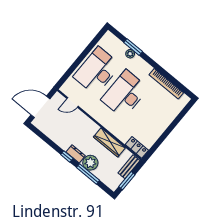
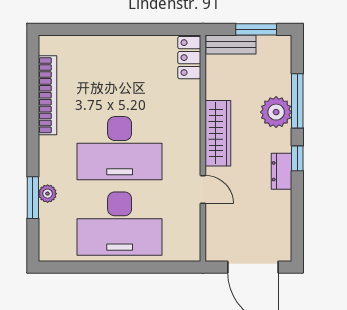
door: (73, 102) -> (203, 190), moved
wardrobe: (109, 142) -> (218, 133), moved
dresser: (76, 154) -> (282, 171), moved

